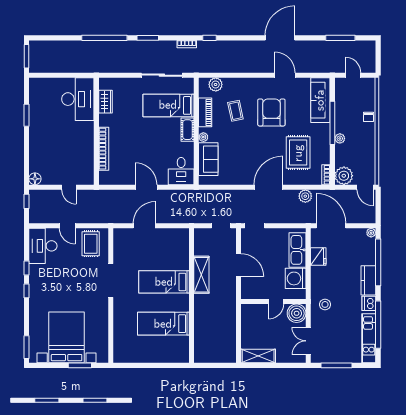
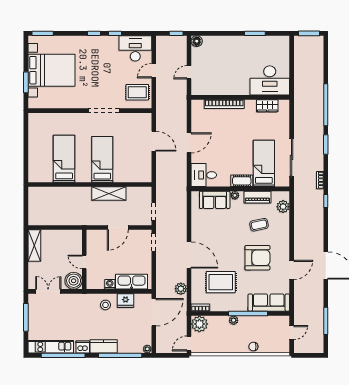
washing machine: (296, 278) -> (110, 284), width x0.53, depth x0.53
stool: (325, 304) -> (105, 305), moved

